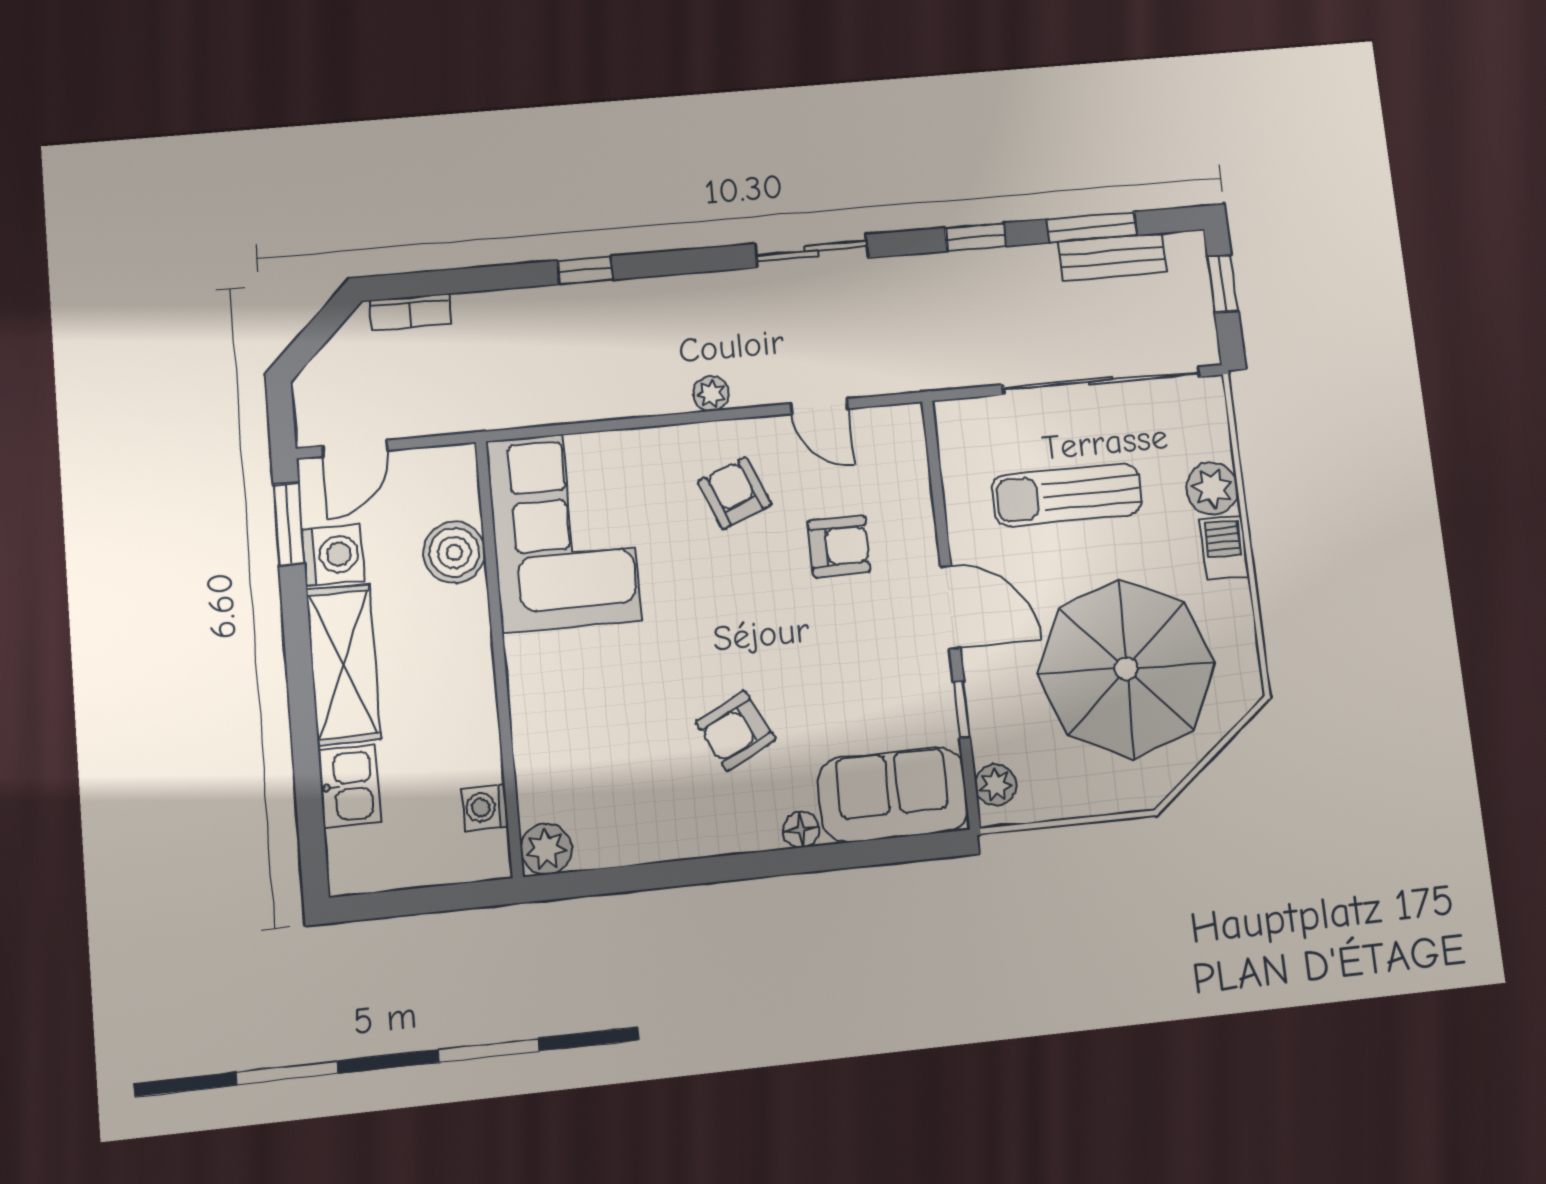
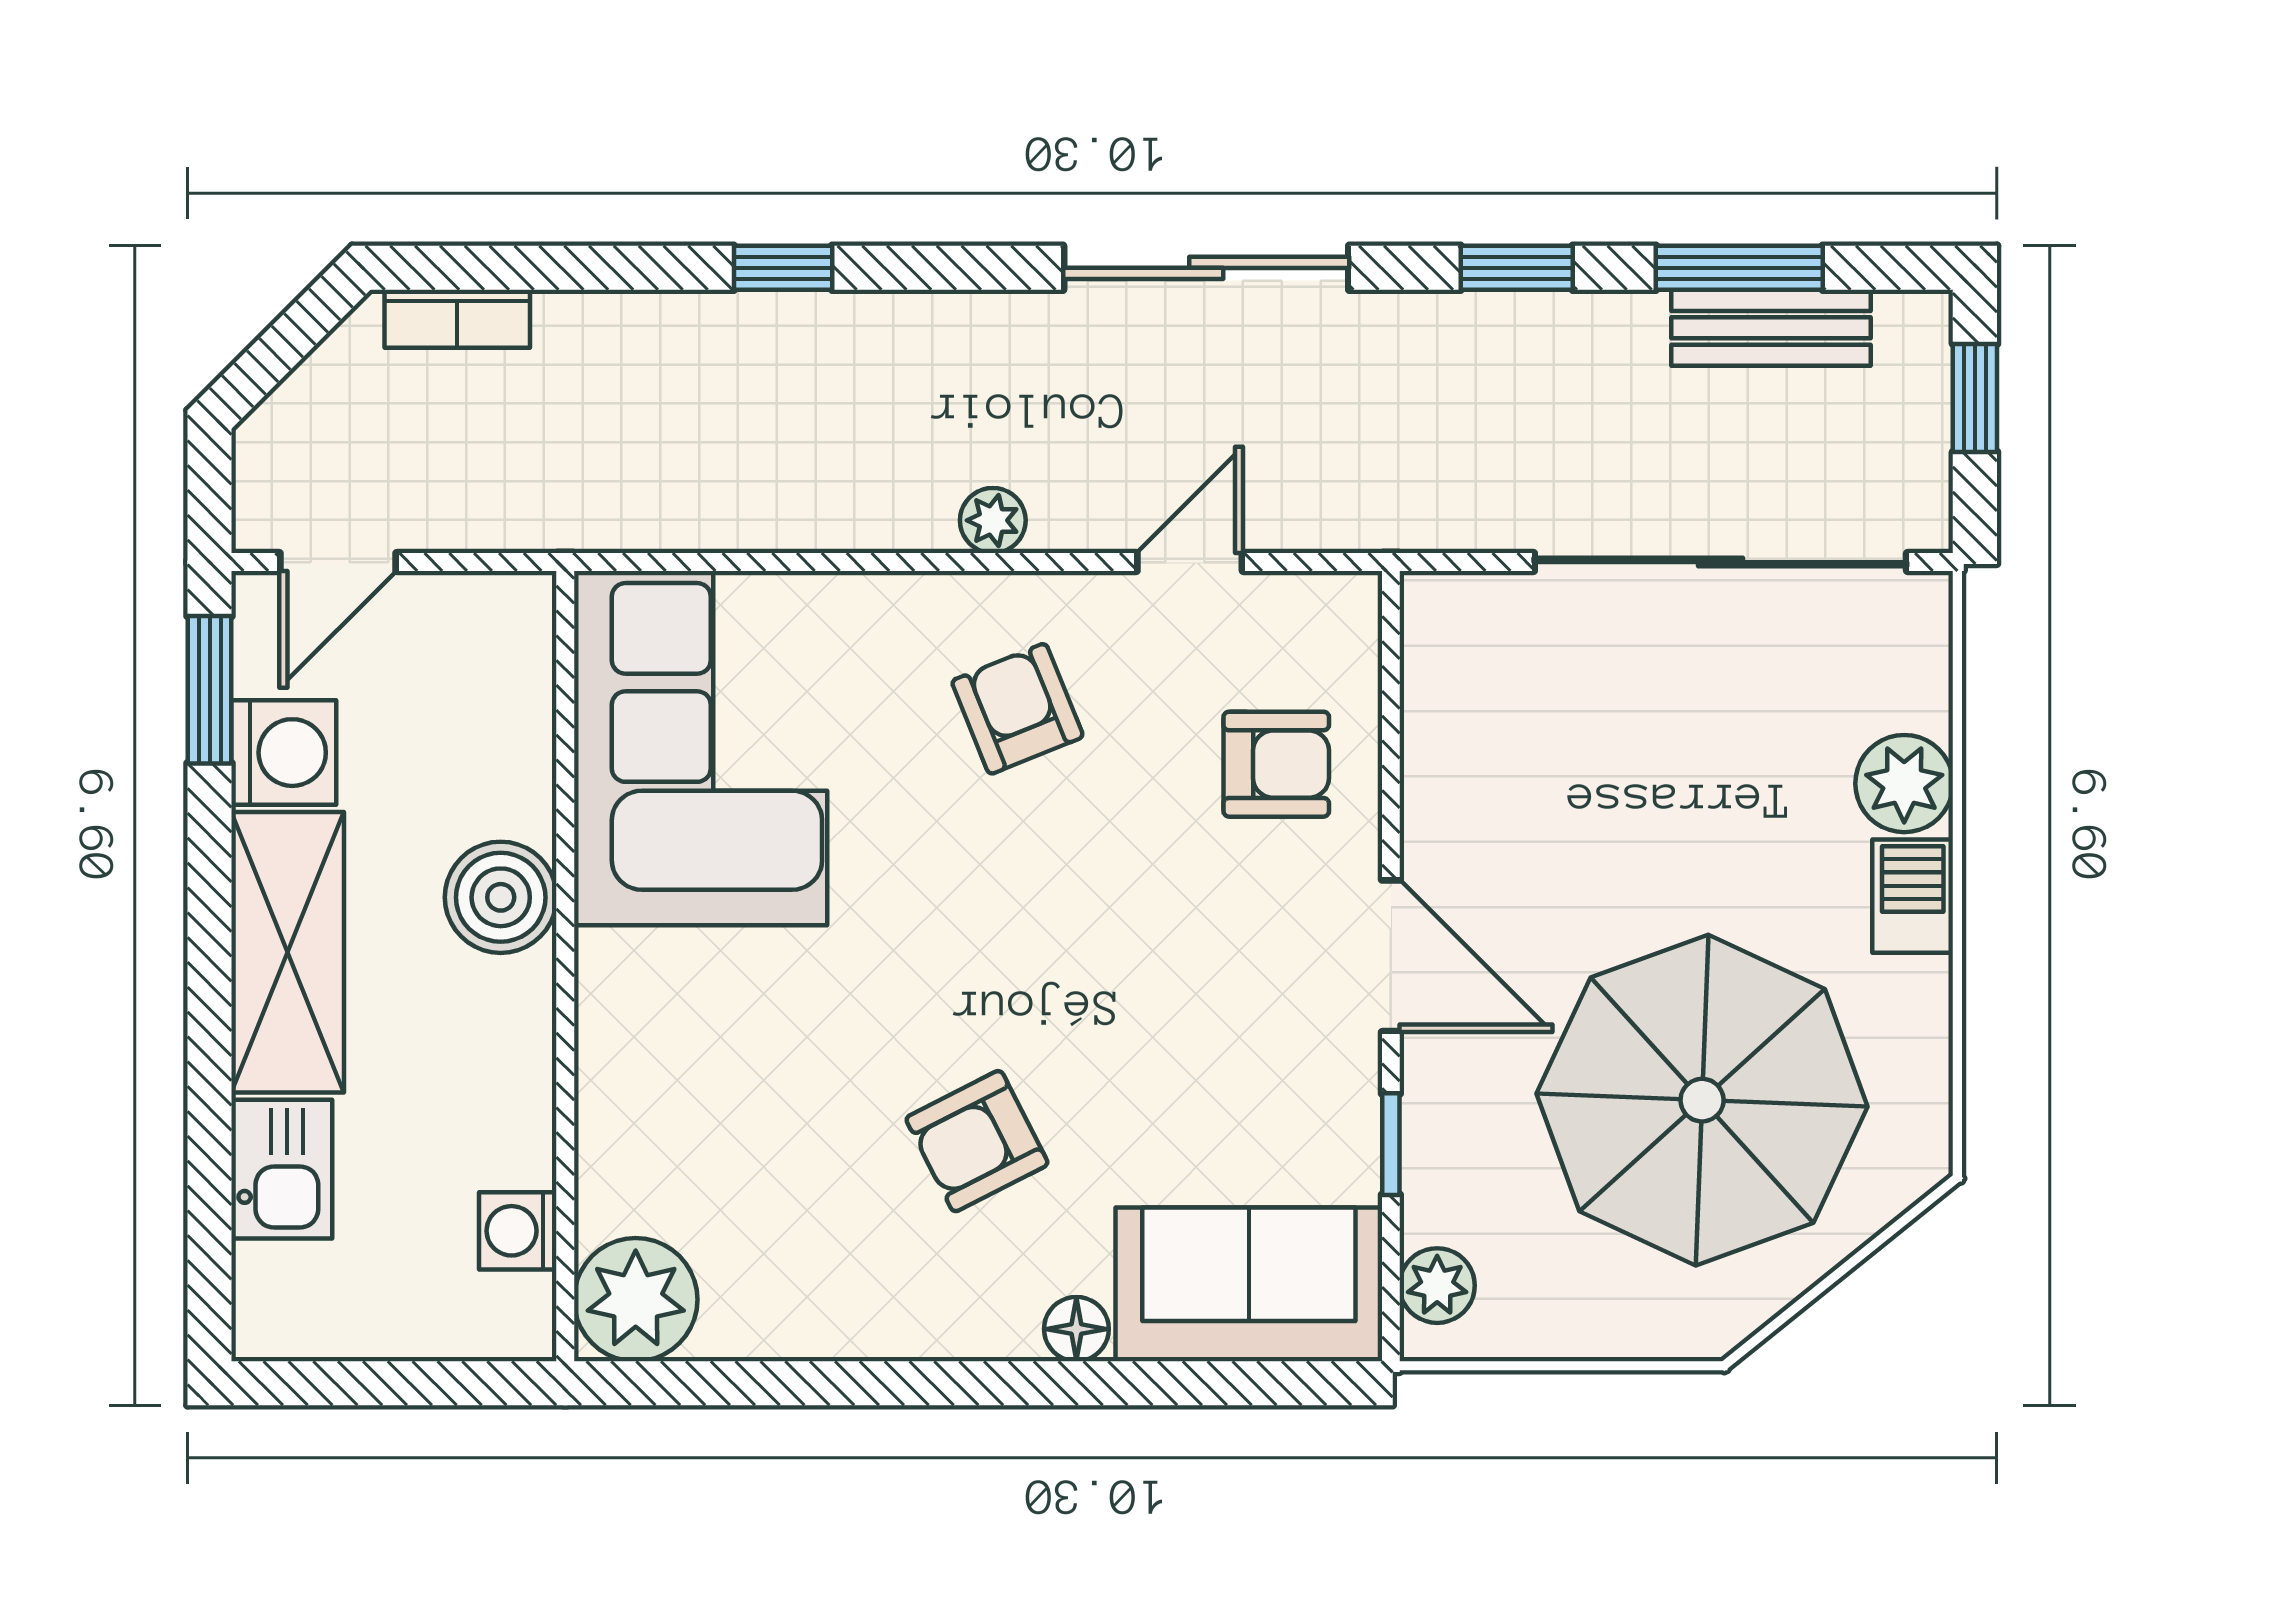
sliding door: (812, 251) -> (1206, 268), width x1.37
door: (819, 406) -> (1190, 562), swing flipped
sun lounger: (1067, 495) -> (1631, 770), removed
armchair: (839, 546) -> (1276, 764), moved
boiler: (454, 552) -> (501, 897), moved
plant: (546, 849) -> (636, 1300), width x1.36, depth x1.36

